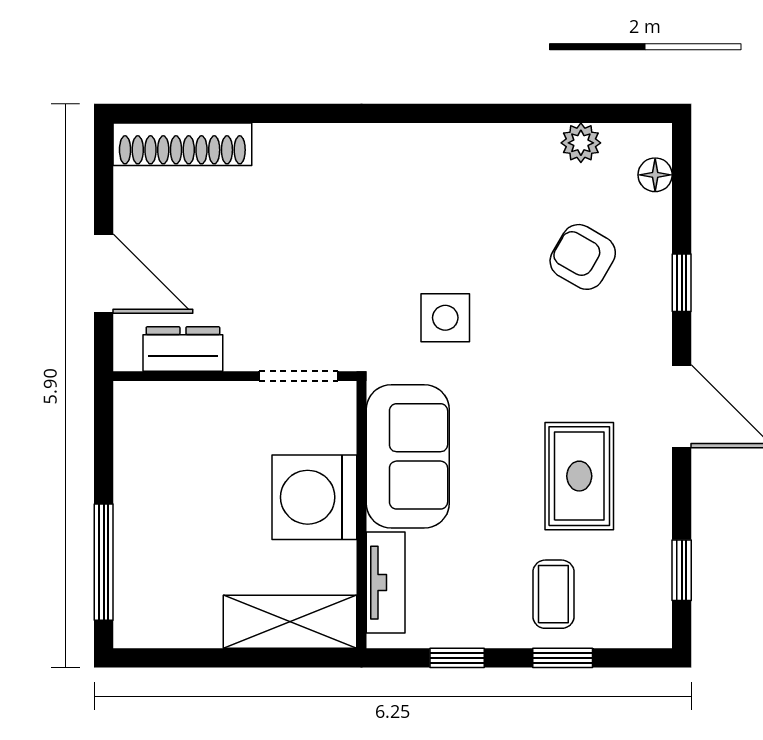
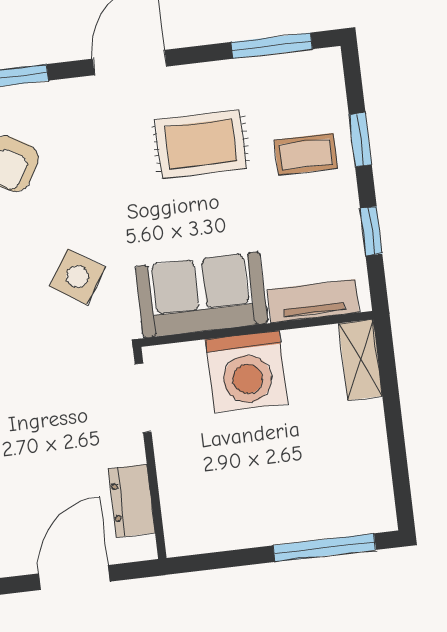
side table: (445, 318) -> (77, 277), turned 33
window: (682, 570) -> (272, 46), width x1.50
shelving: (290, 622) -> (360, 360), width x0.67, depth x0.75

